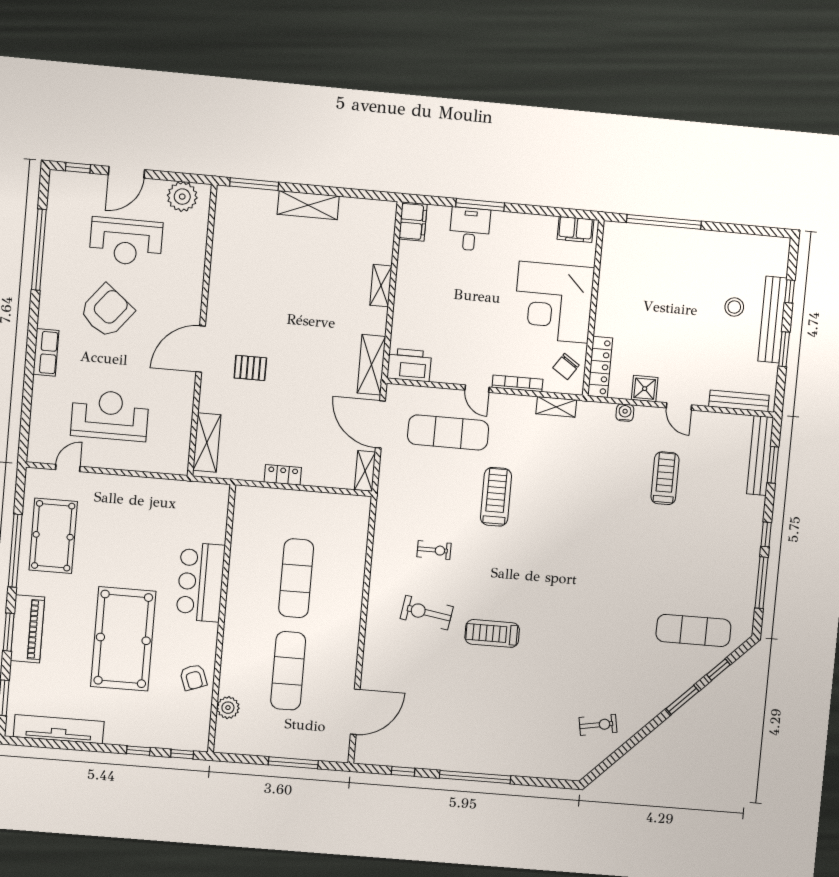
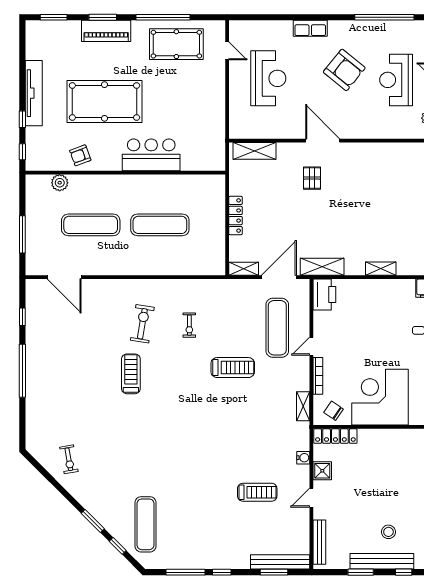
locker: (283, 475) -> (235, 216), width x1.53
tv unit: (59, 729) -> (34, 93), moved

